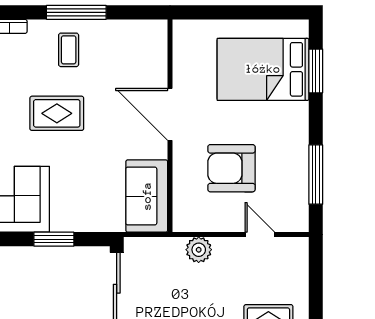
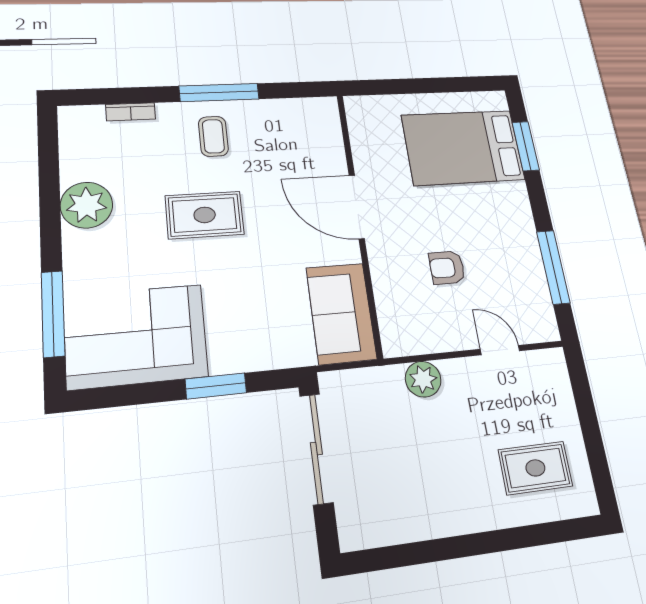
armchair: (231, 168) -> (447, 268), width x0.53, depth x0.53

